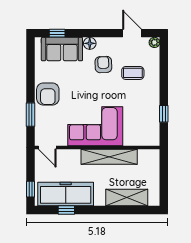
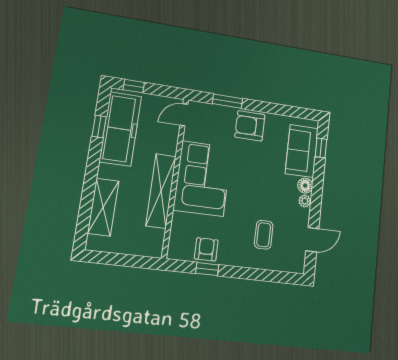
plant: (154, 42) -> (305, 201), moved
armchair: (103, 65) -> (206, 249), moved, turned -88

